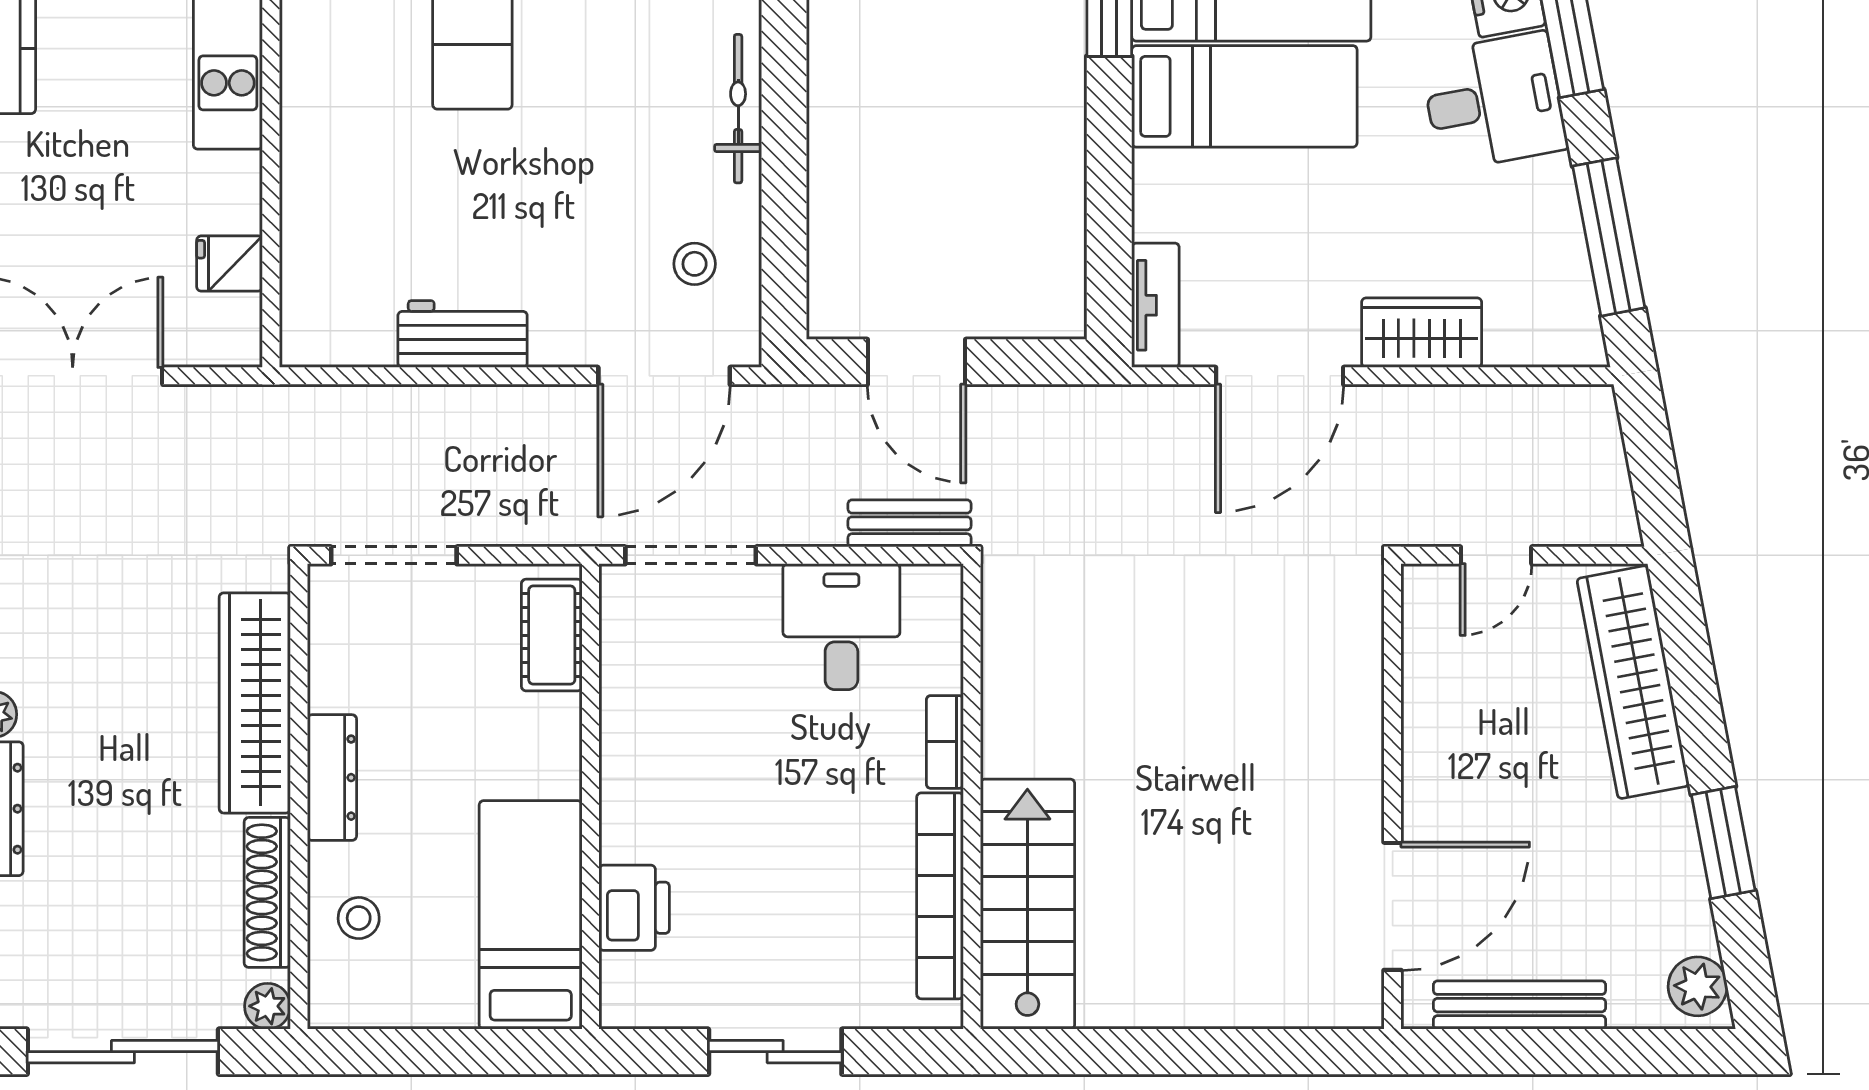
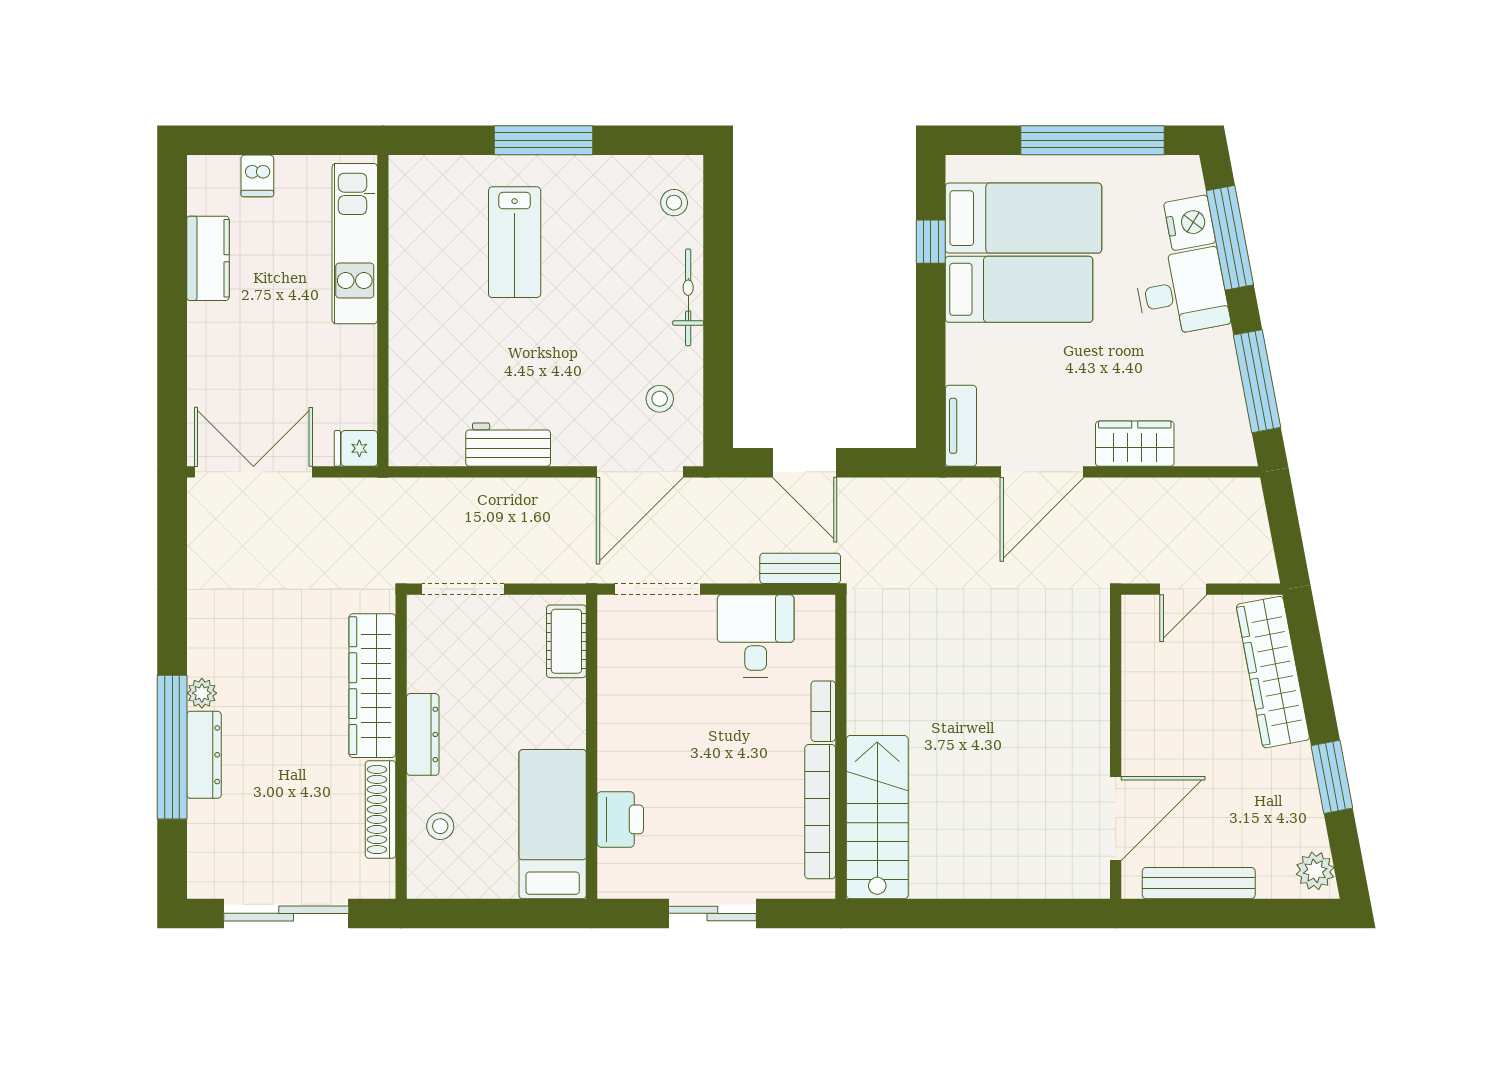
fridge: (230, 264) -> (356, 448), moved
plant: (268, 1006) -> (381, 884), removed

